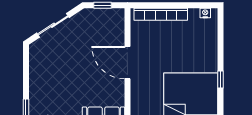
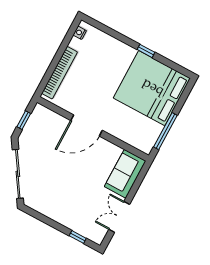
sliding door: (53, 25) -> (18, 174), width x1.37

